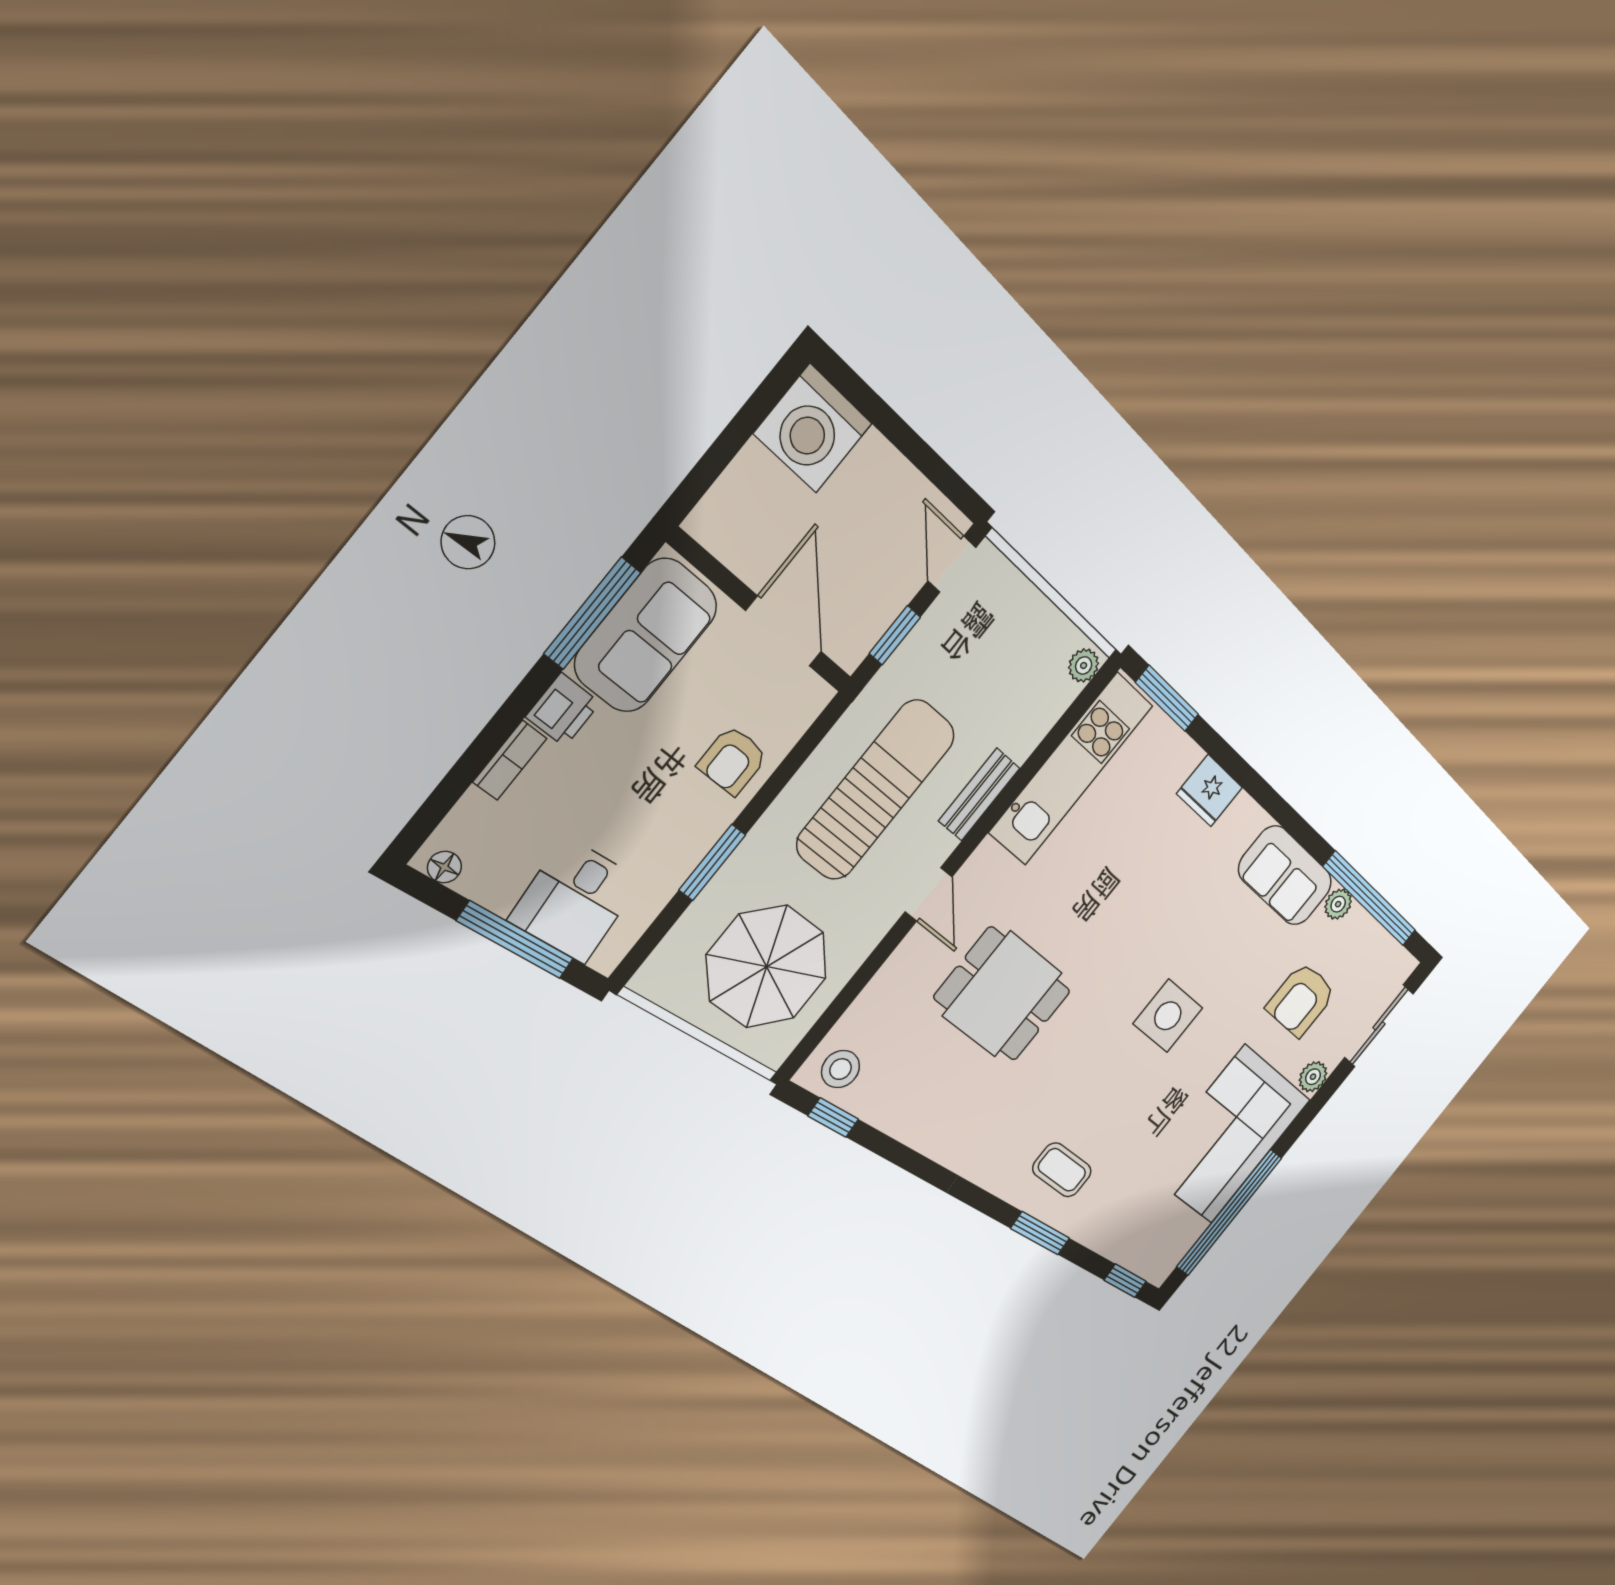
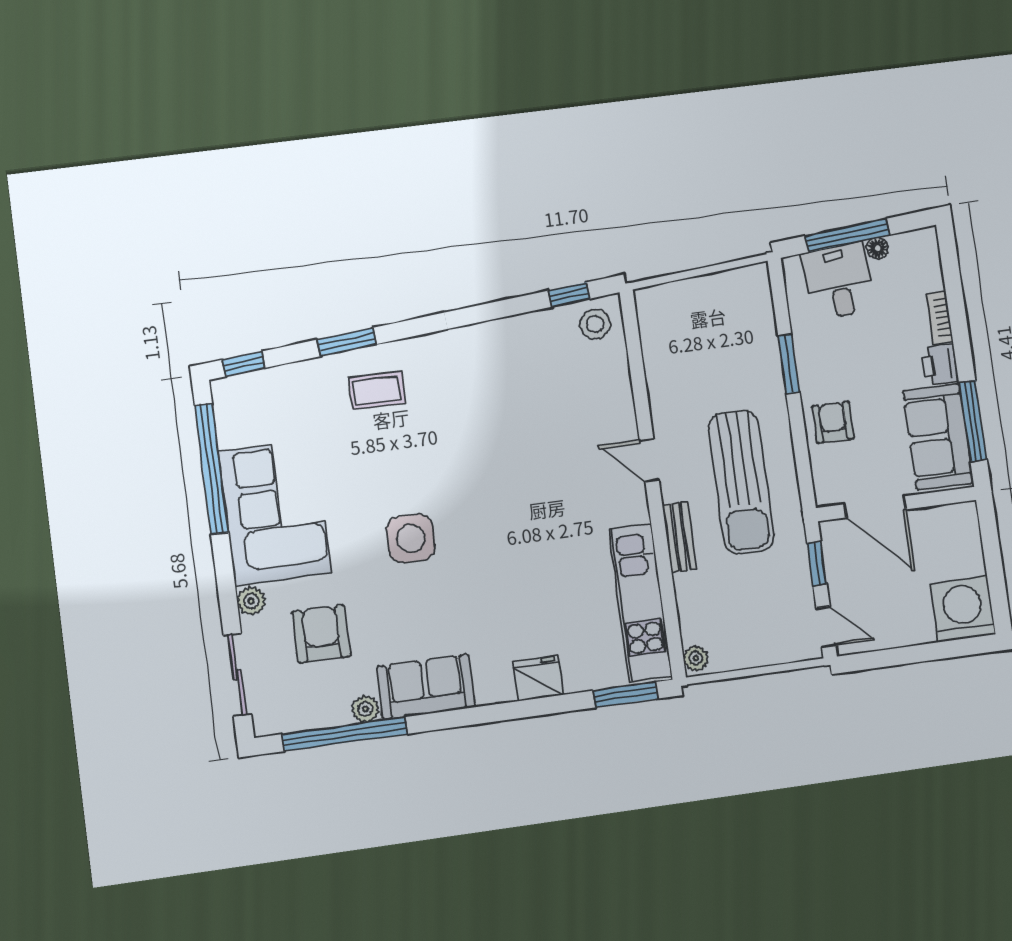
floor lamp: (444, 867) -> (877, 248), moved
parasol: (767, 967) -> (701, 339), removed
dining table: (1003, 994) -> (540, 451), removed

